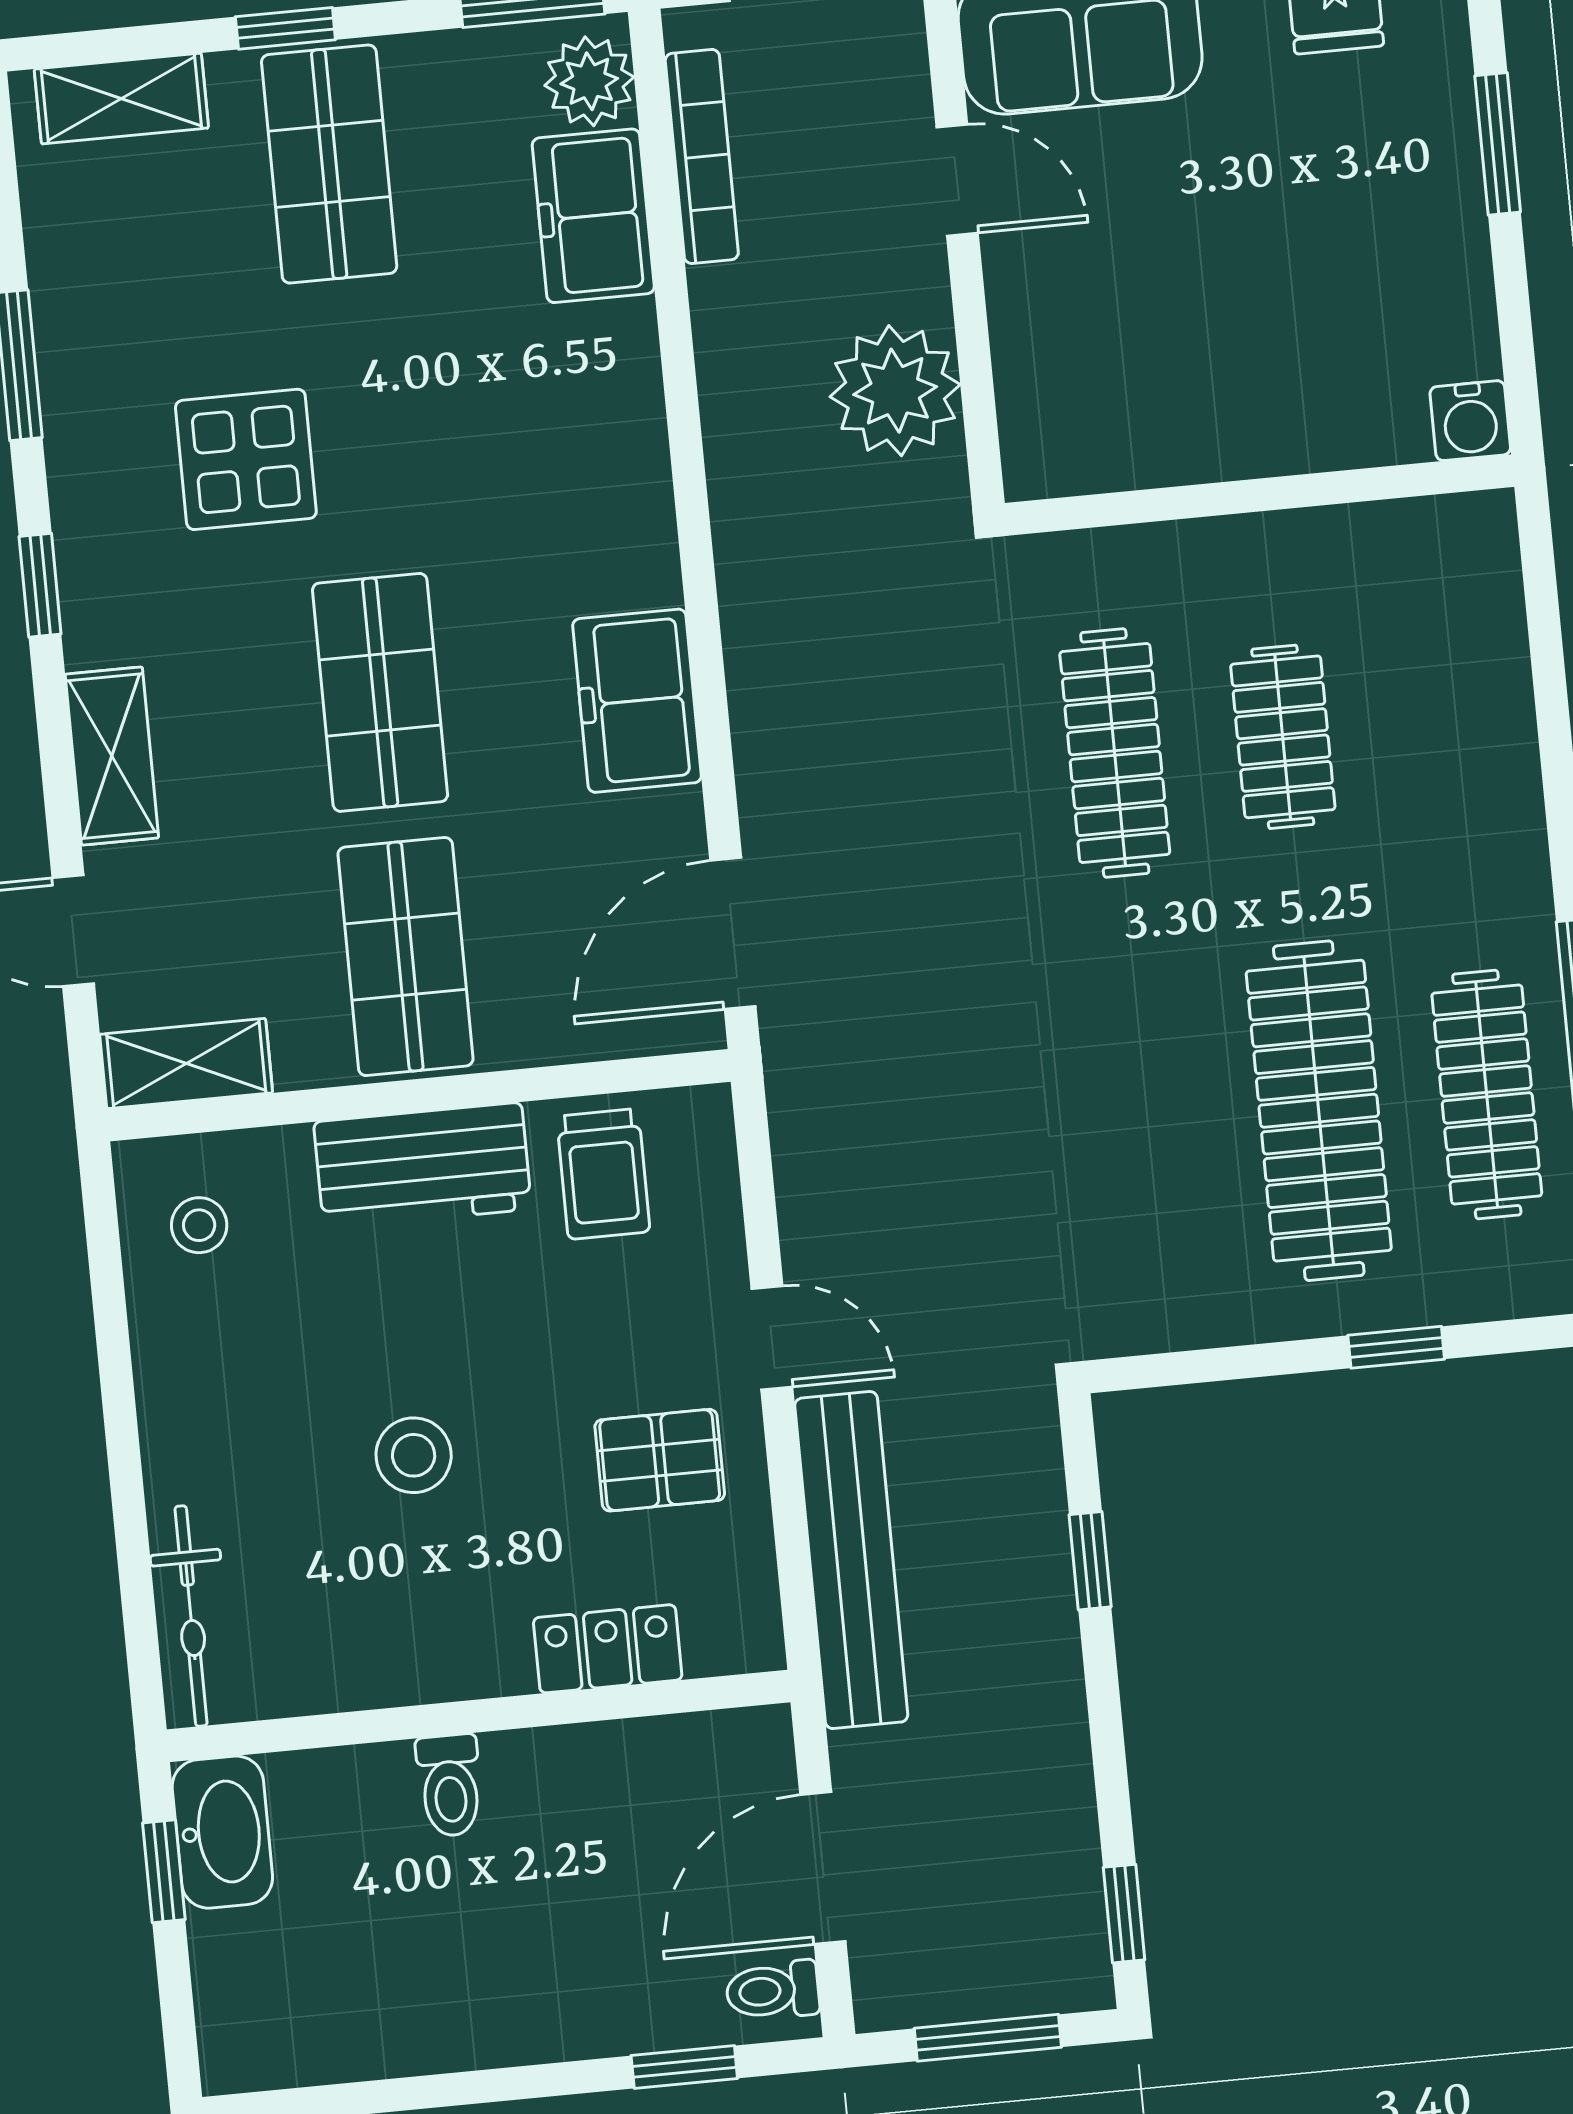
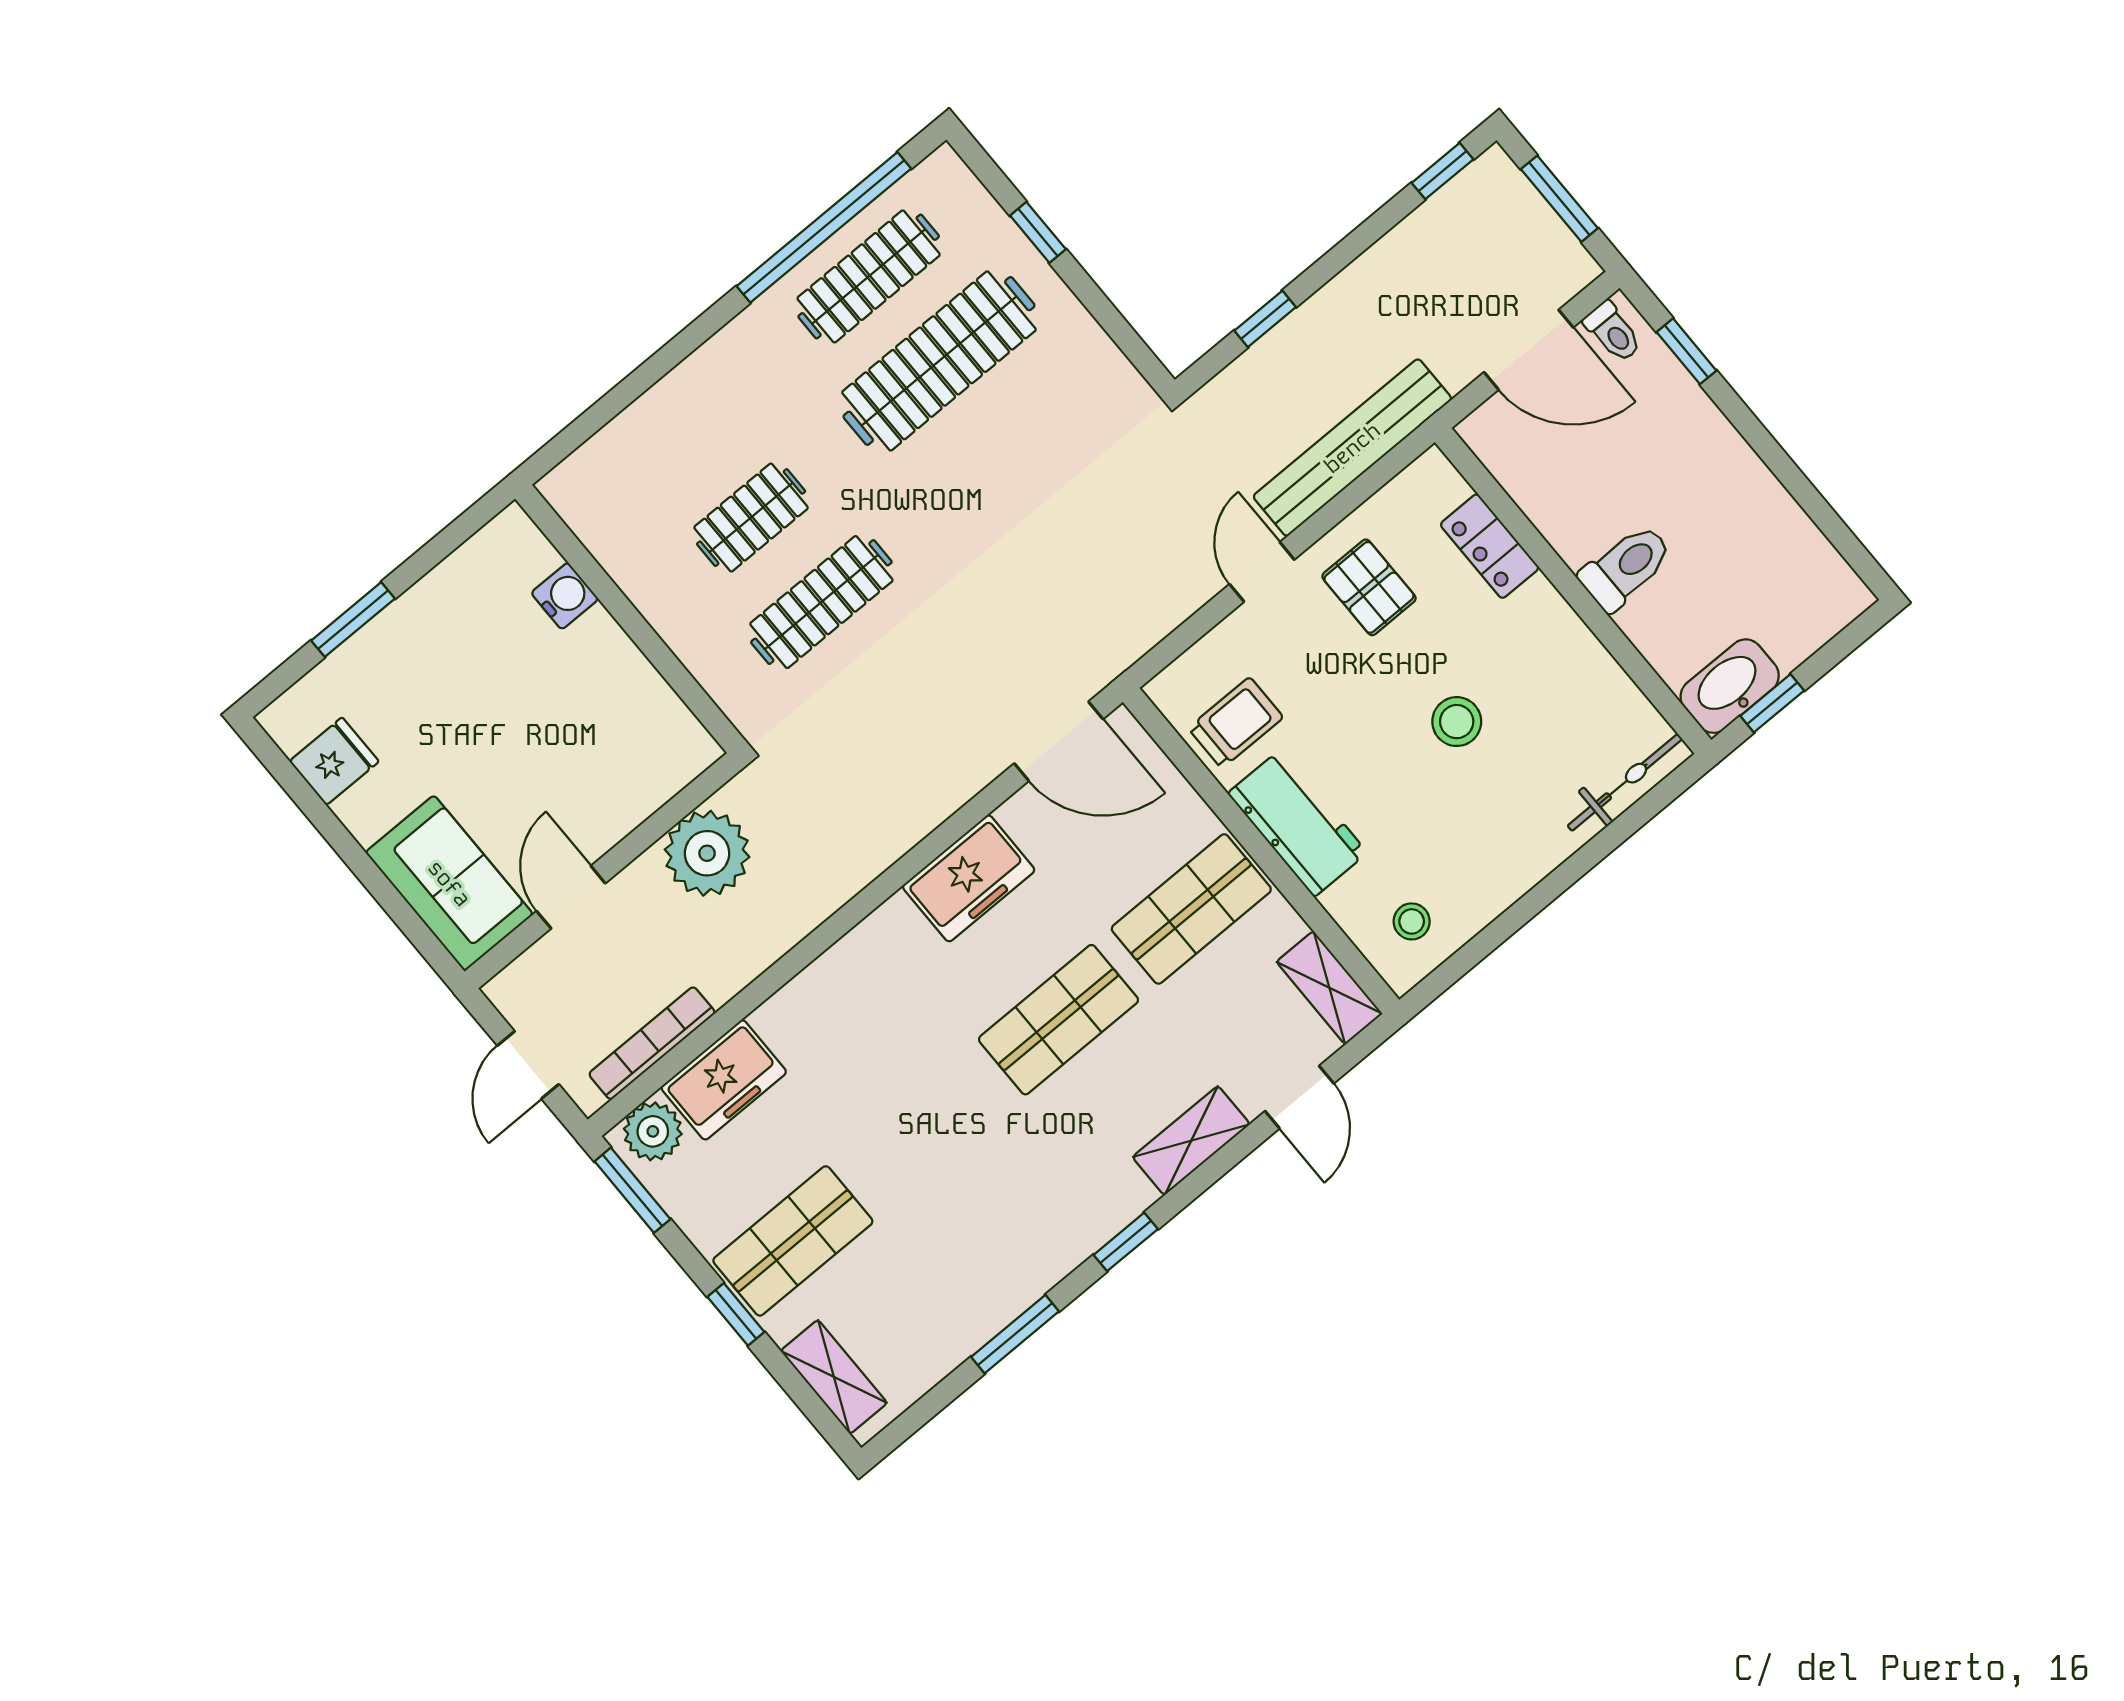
water cooler: (1470, 421) -> (565, 596), moved
display table: (246, 459) -> (982, 1177), removed
toilet: (450, 1785) -> (1626, 567), width x1.37, depth x1.39

